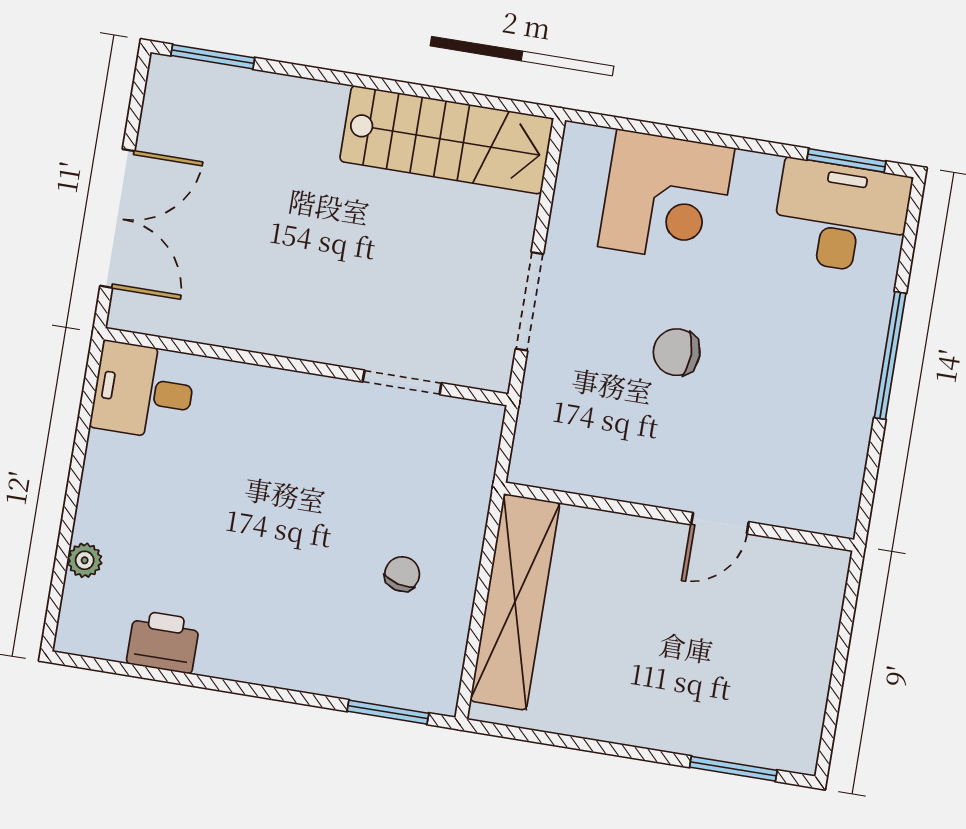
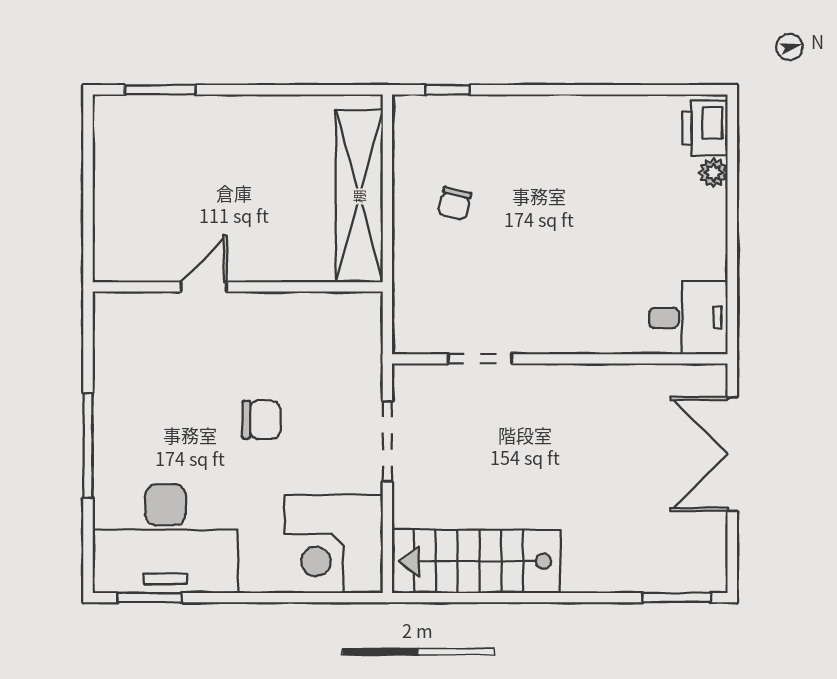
corner desk: (666, 197) -> (334, 544), moved, turned -90
desk: (841, 217) -> (165, 539), width x1.36, depth x1.30
printer: (163, 642) -> (705, 128), moved, turned 90
window: (388, 712) -> (448, 90), width x0.67

